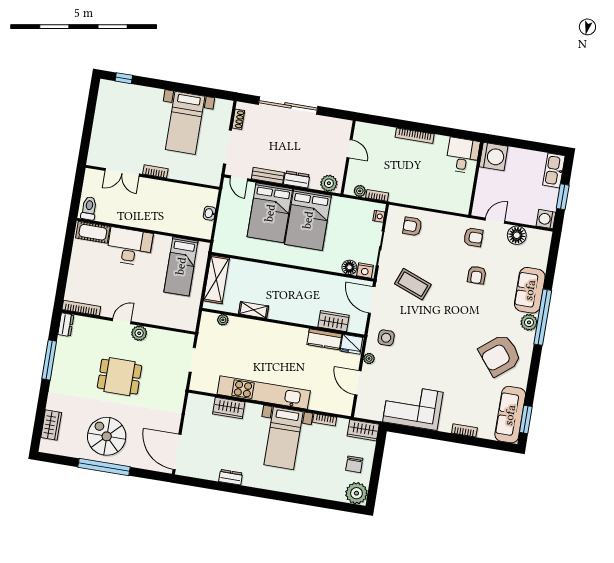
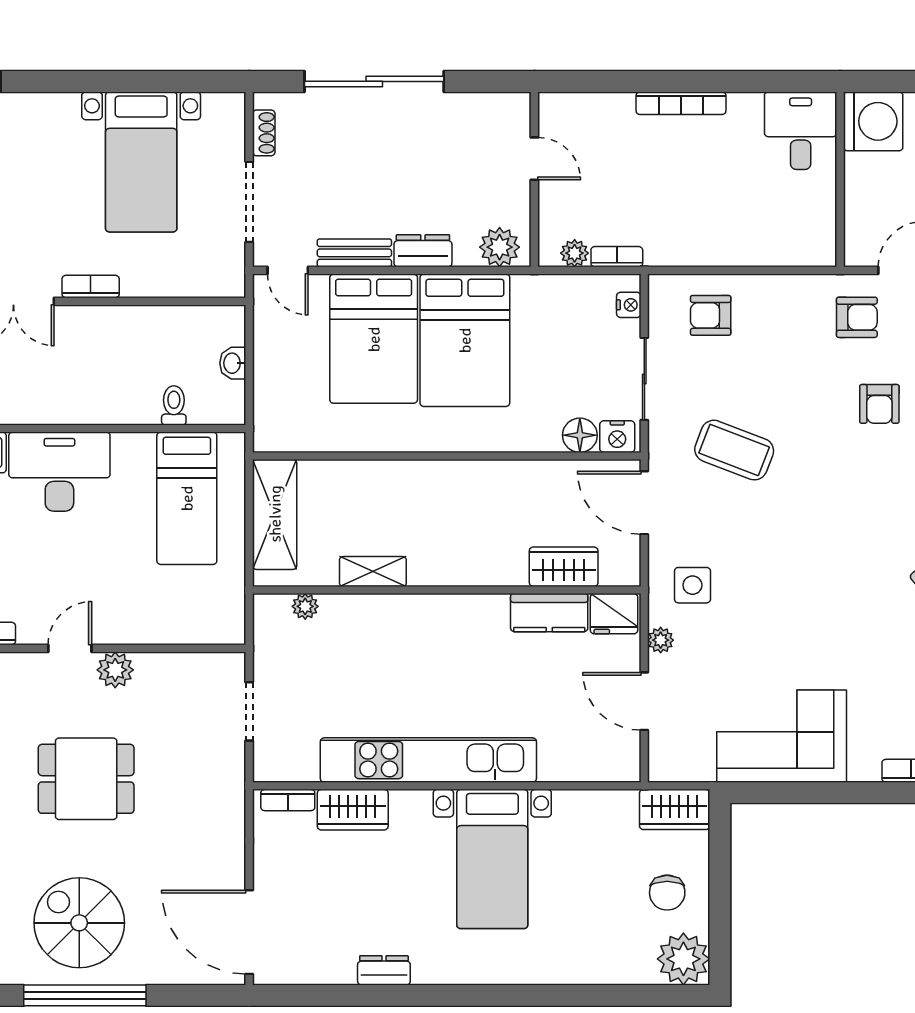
toilet: (182, 227) -> (174, 405), added
bookcase: (325, 420) -> (288, 800), moved

